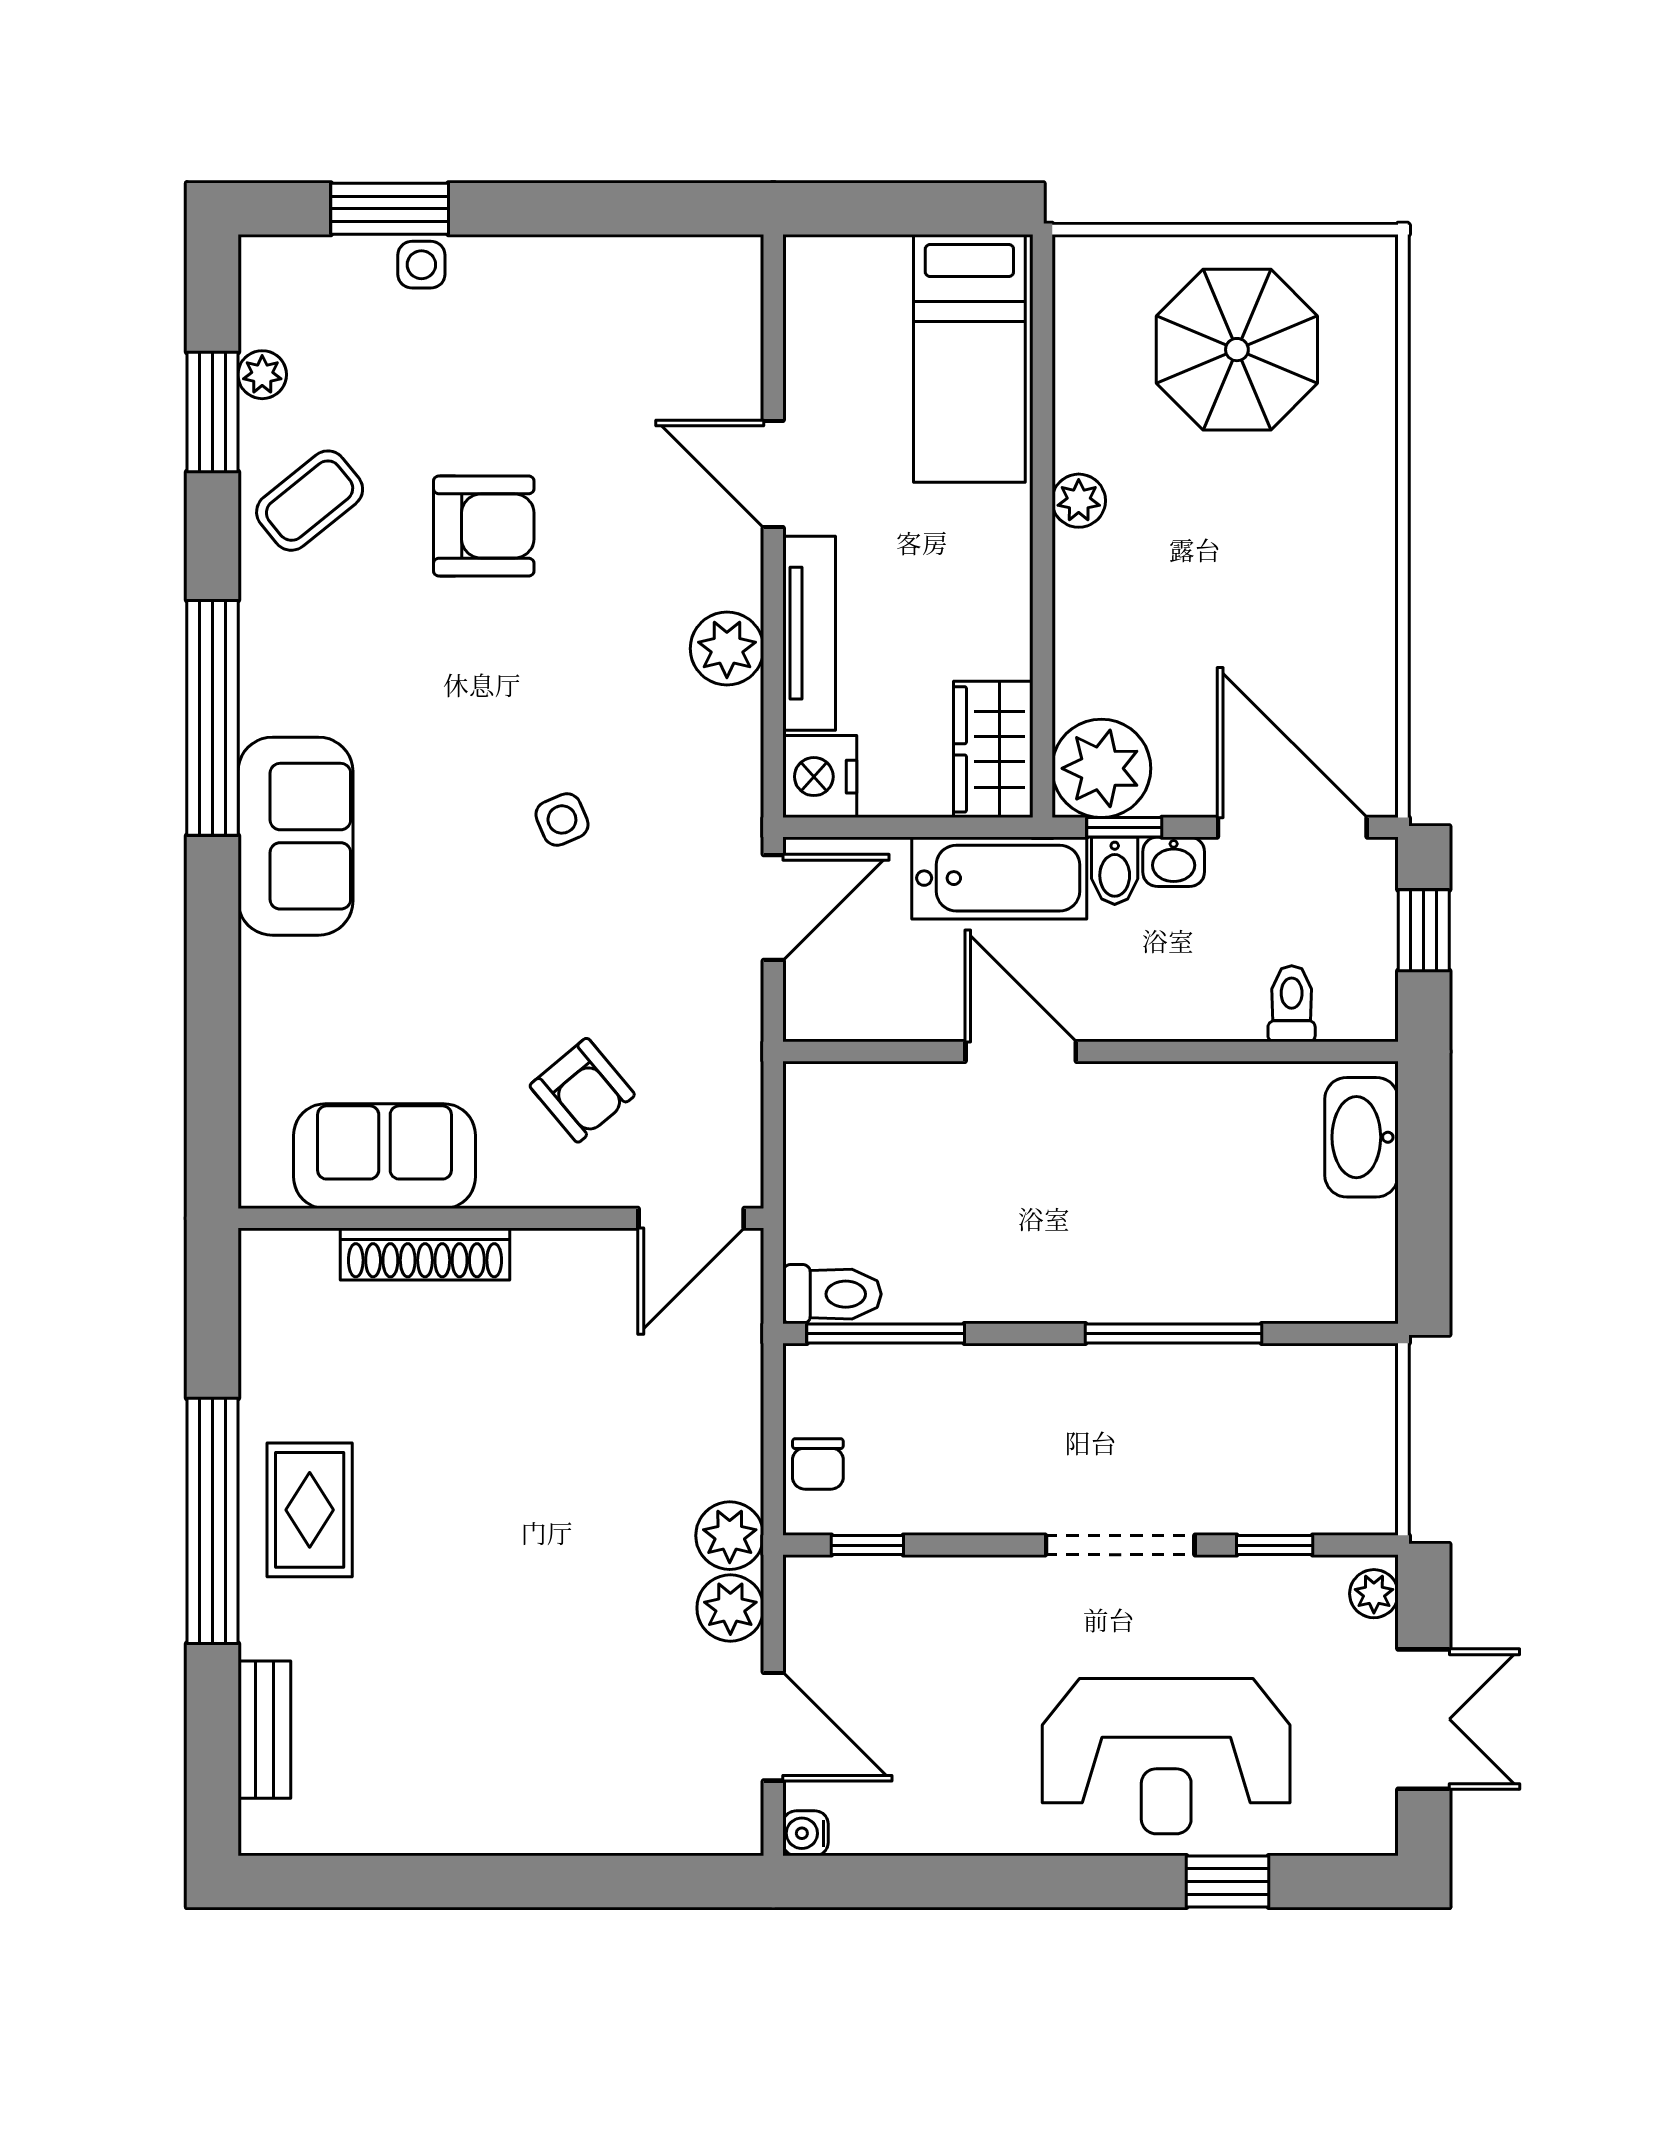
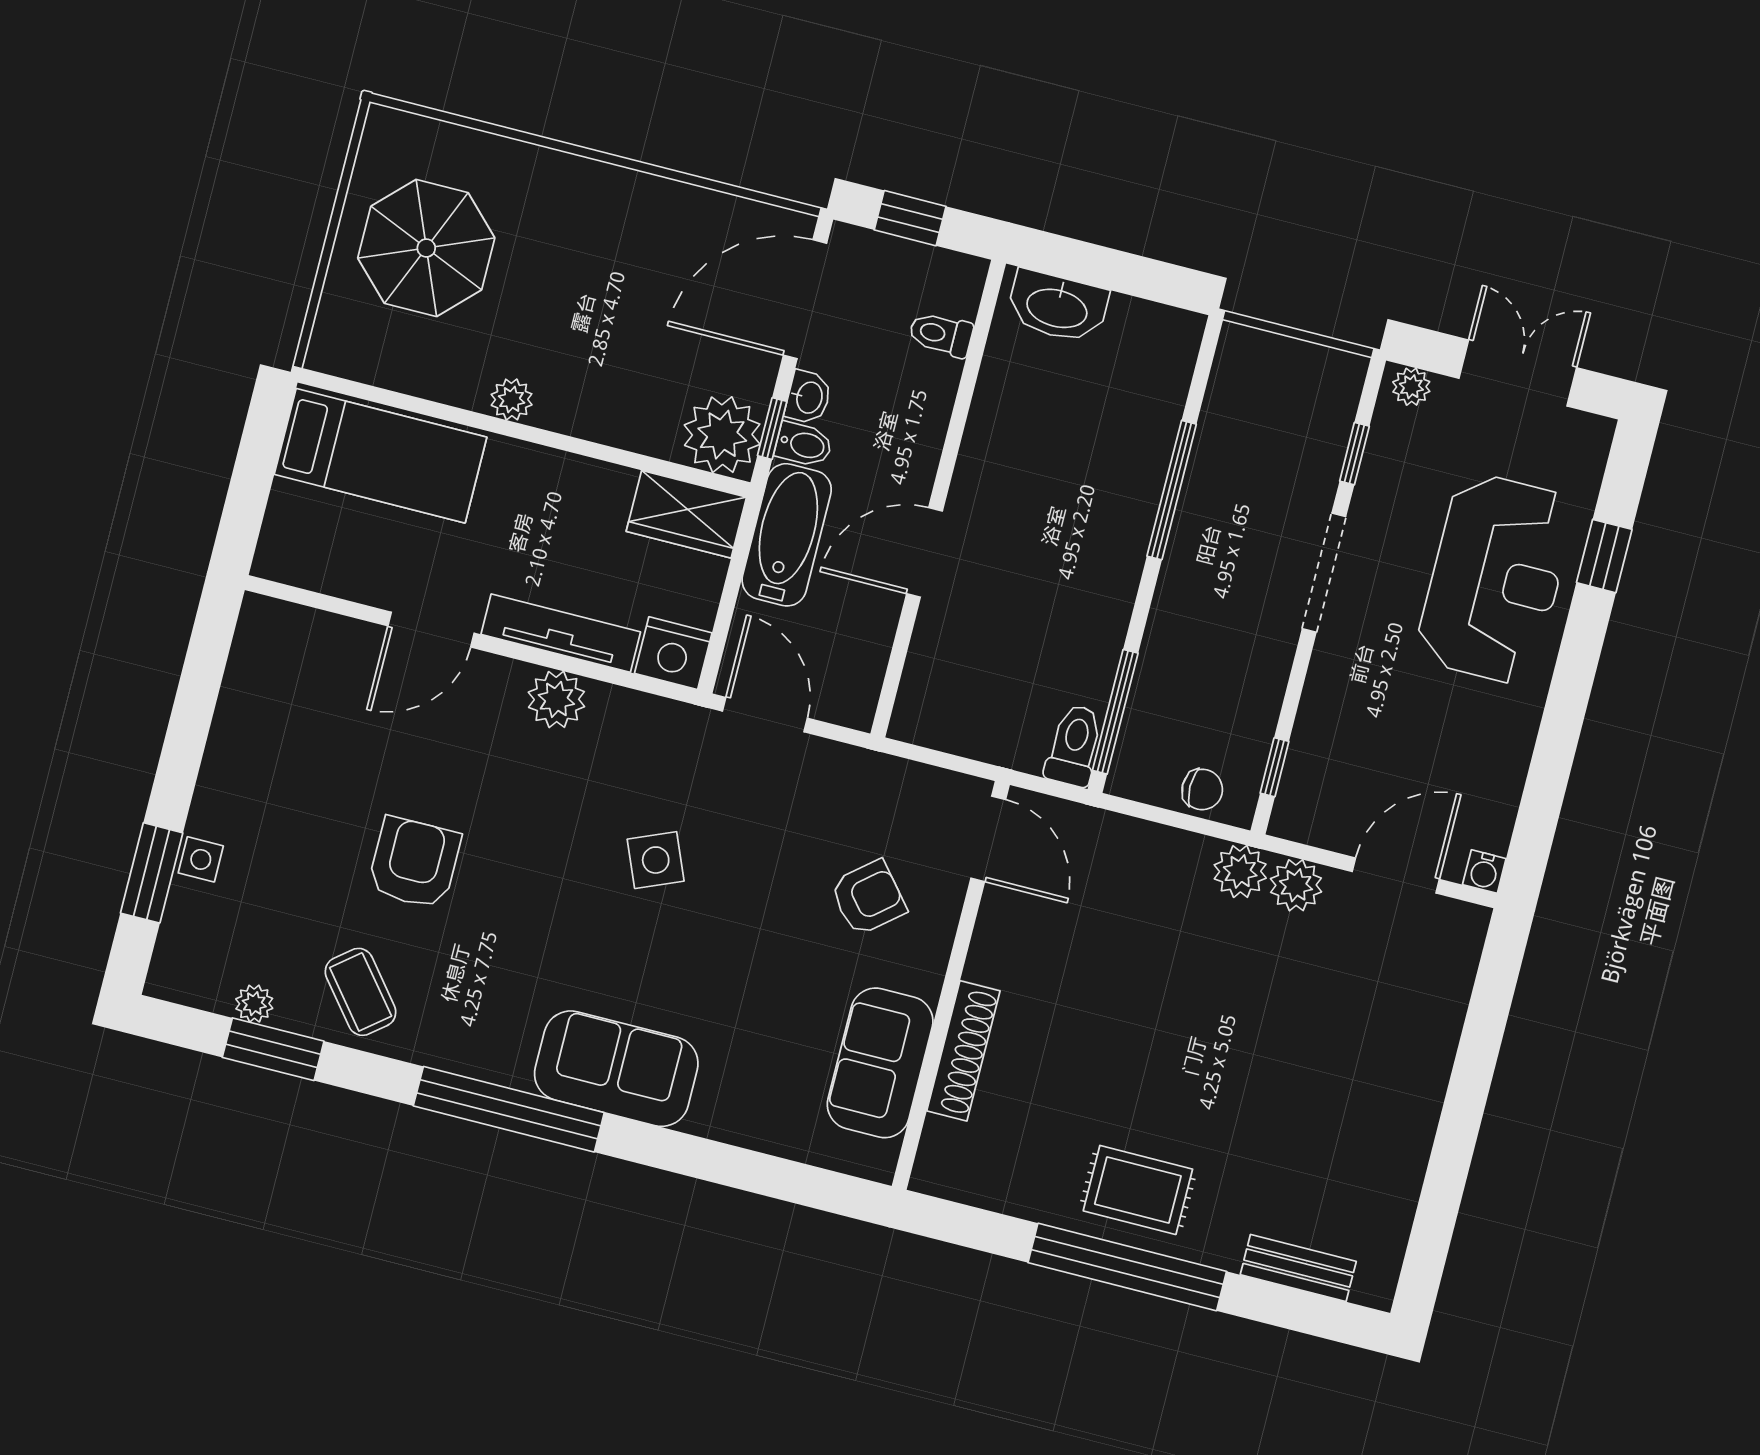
side table: (562, 819) -> (656, 860), width x1.37, depth x1.37

